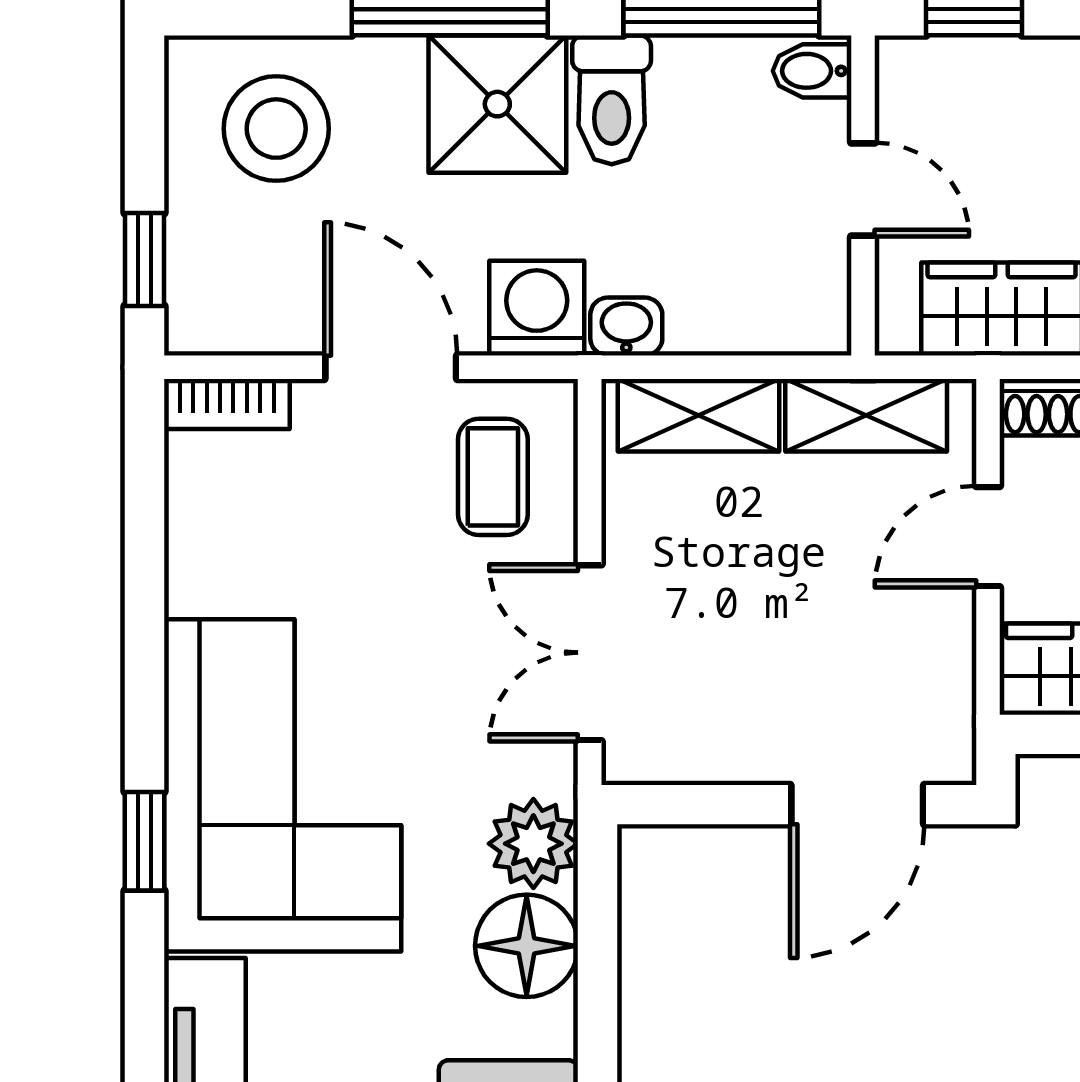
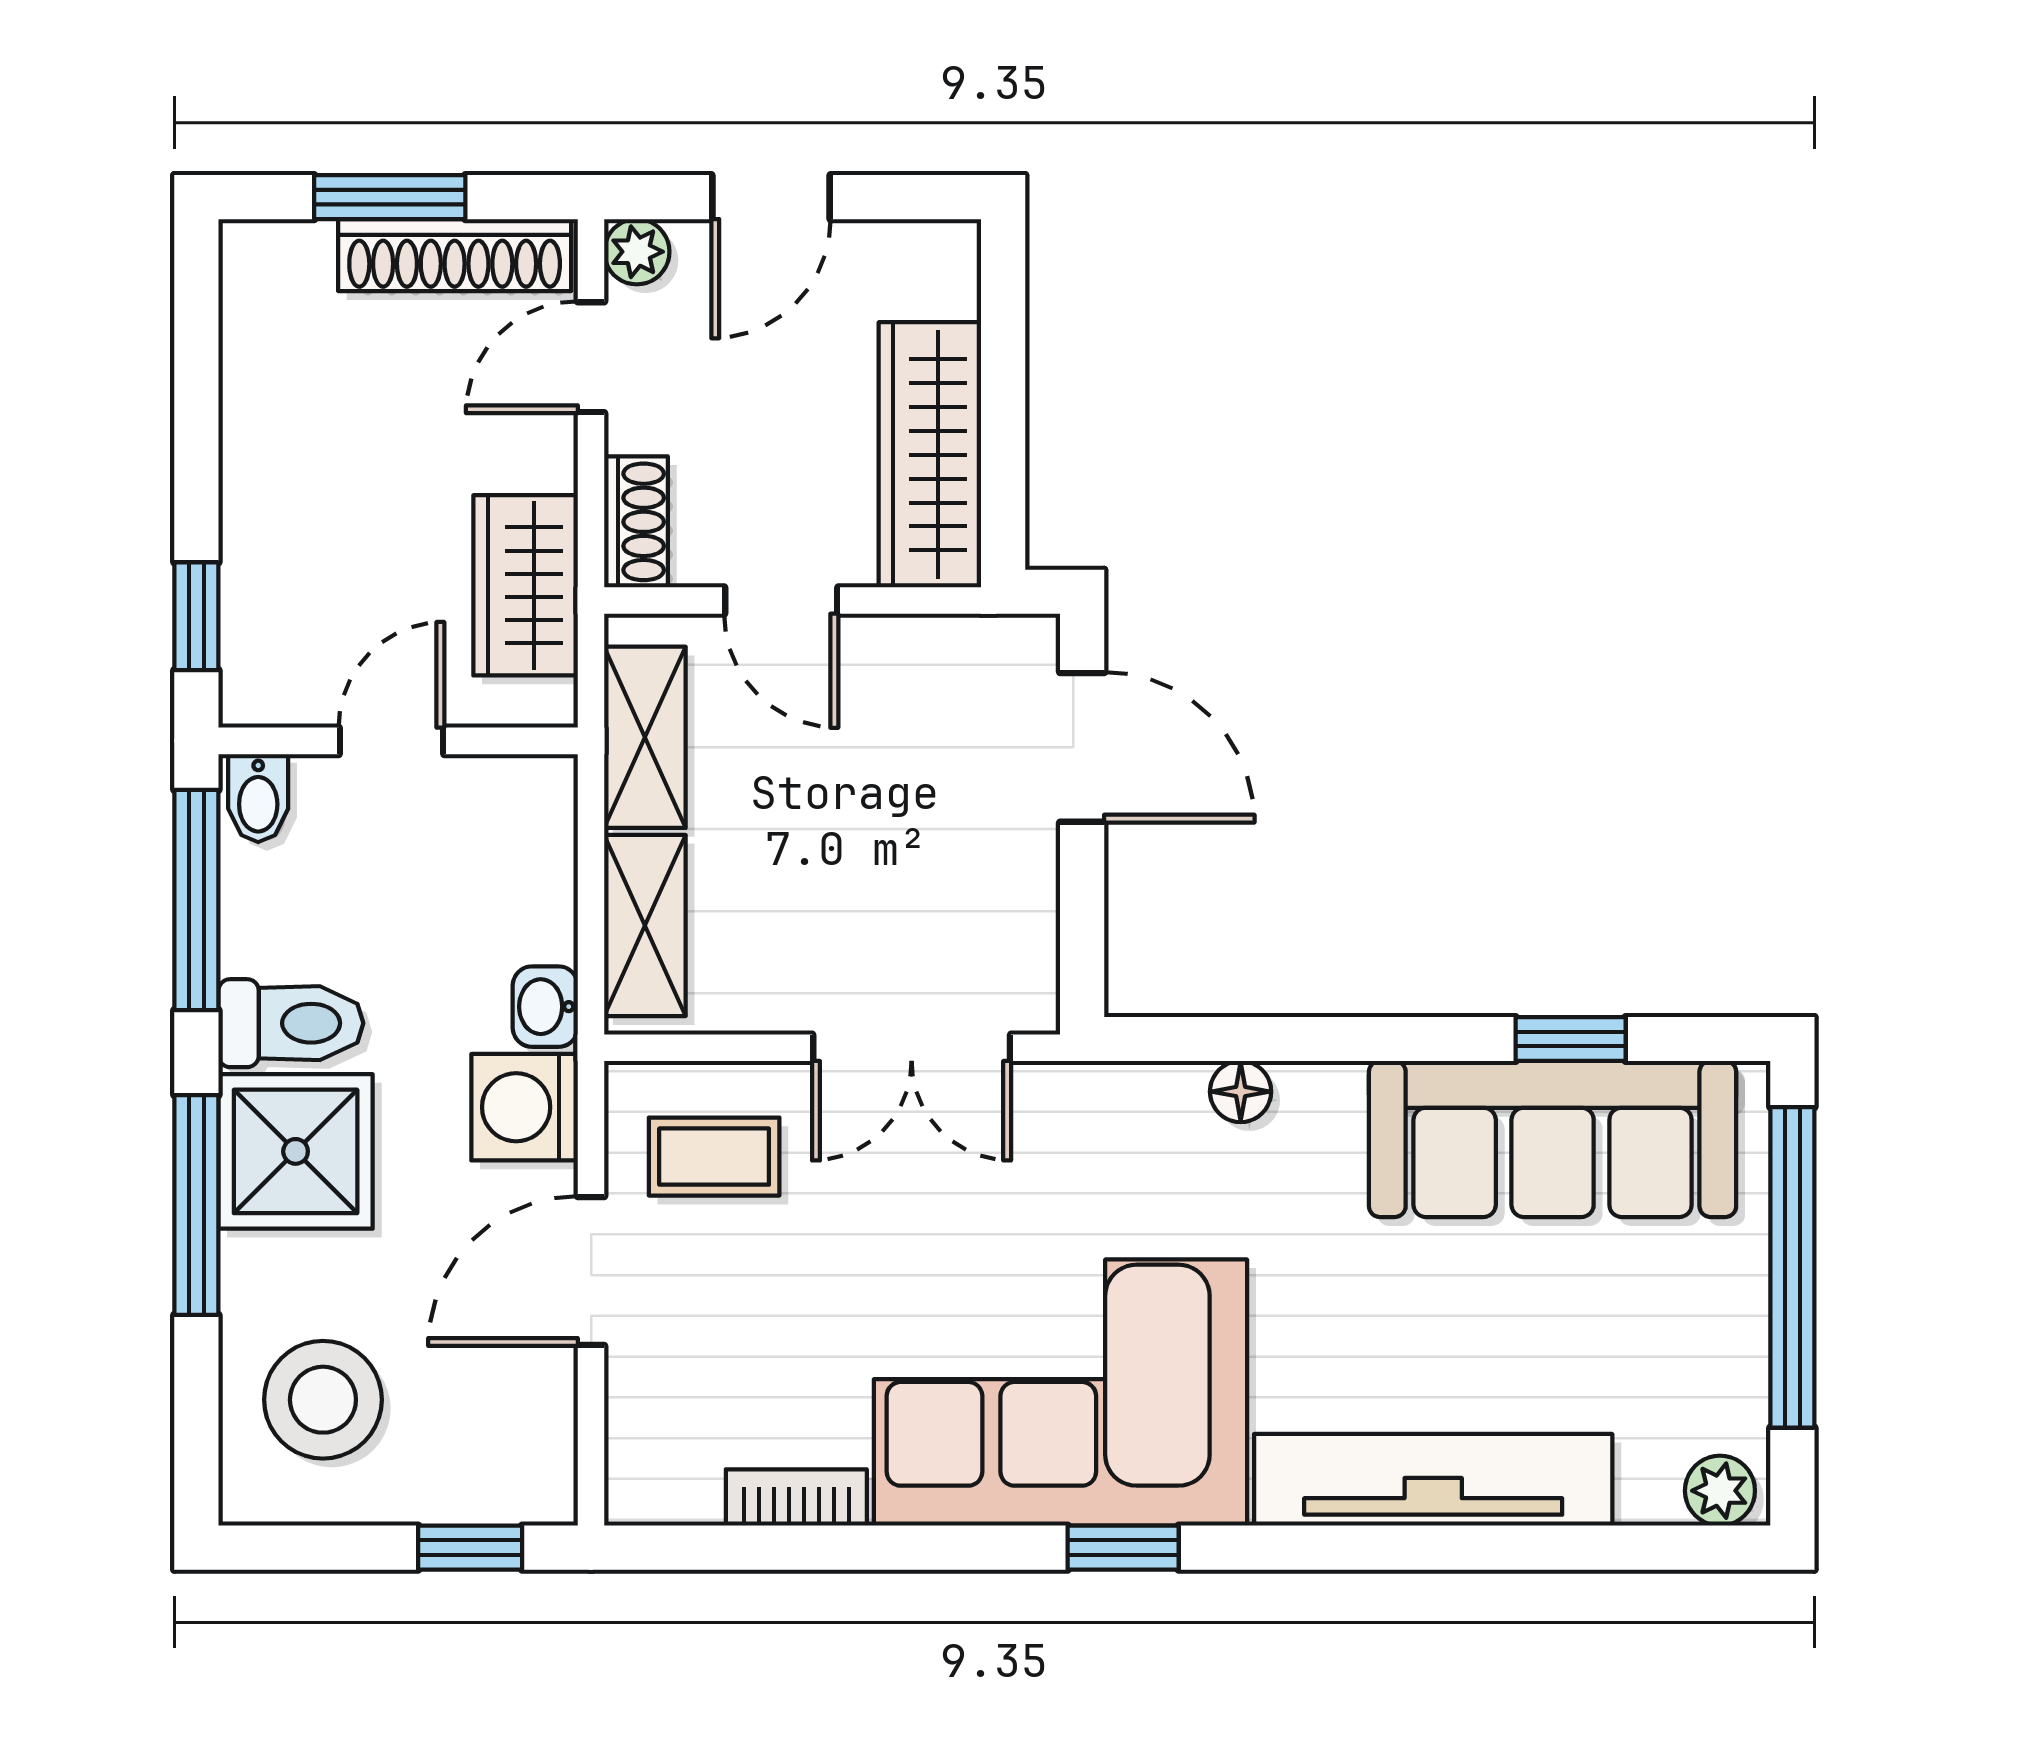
bookcase: (227, 404) -> (796, 1497), moved, turned -90
plant: (533, 844) -> (1126, 1111), removed
floor lamp: (527, 946) -> (1241, 1092), width x0.53, depth x0.53

